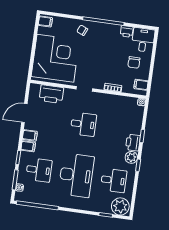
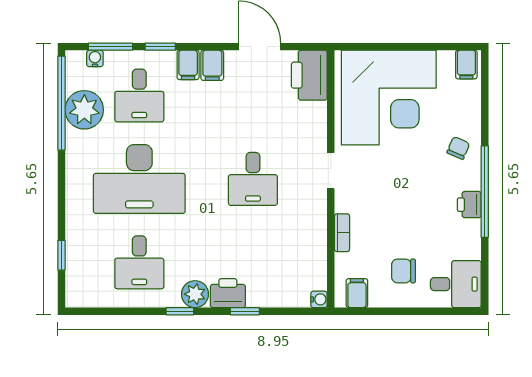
printer: (127, 31) -> (469, 205), moved
printer: (51, 94) -> (309, 75), moved
plant: (120, 206) -> (84, 110), moved

